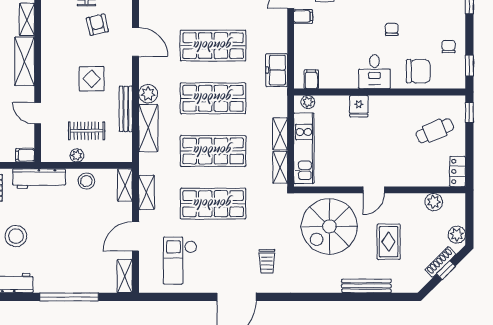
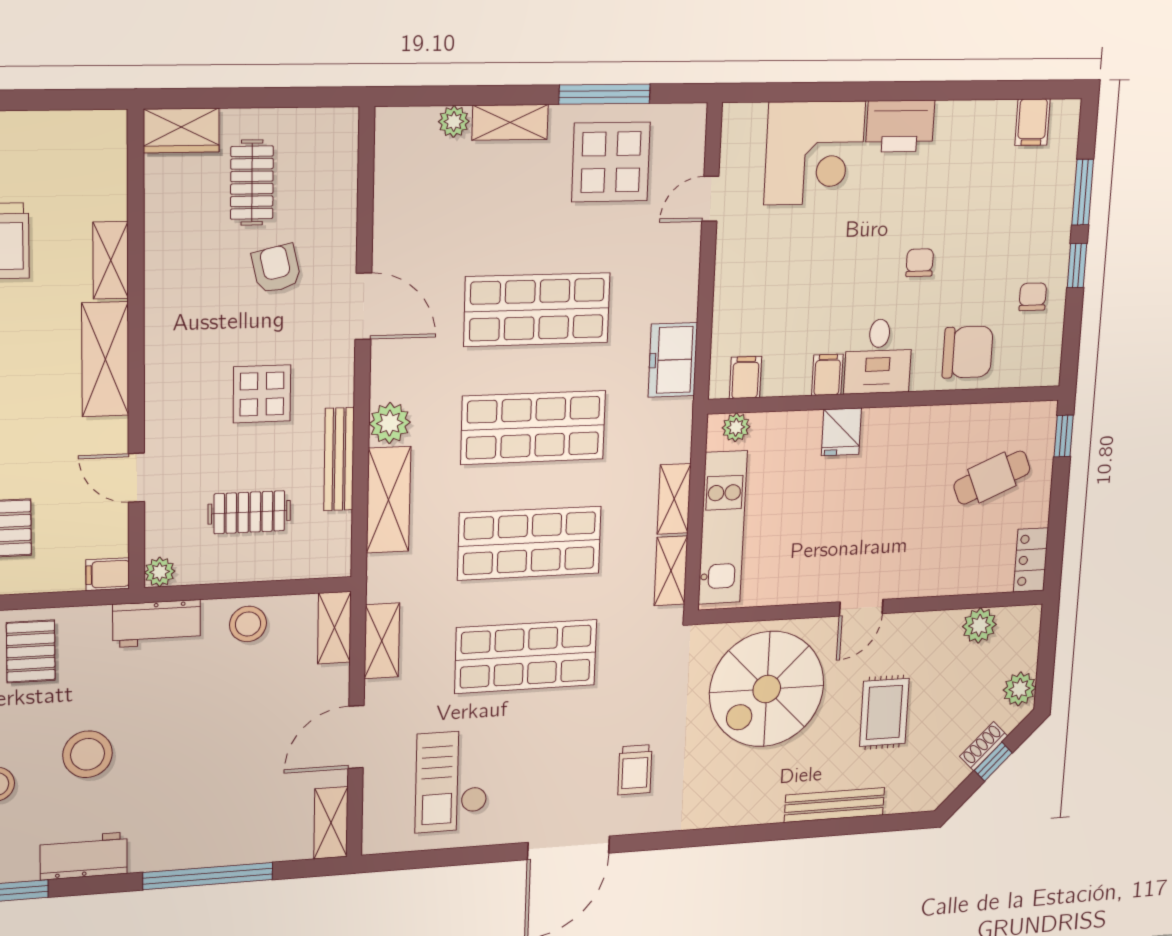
filing cabinet: (303, 16) -> (827, 375), moved, turned -90
window: (469, 66) -> (1077, 266), moved
plant: (77, 155) -> (160, 572), moved
workbench: (39, 179) -> (157, 624), width x0.73
shoe rack: (440, 262) -> (984, 746), width x0.70

